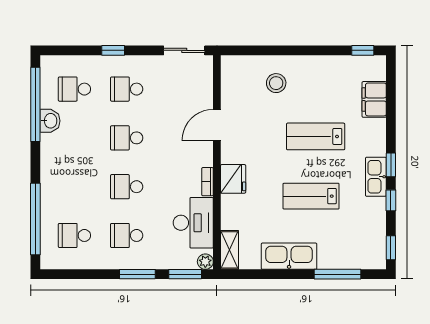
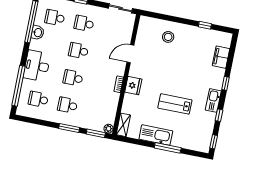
window: (363, 50) -> (205, 25), moved
lab bench: (316, 136) -> (184, 71), removed
window: (391, 165) -> (225, 83), moved
desk: (193, 223) -> (37, 66), moved, turned 180
window: (337, 274) -> (168, 148), moved

